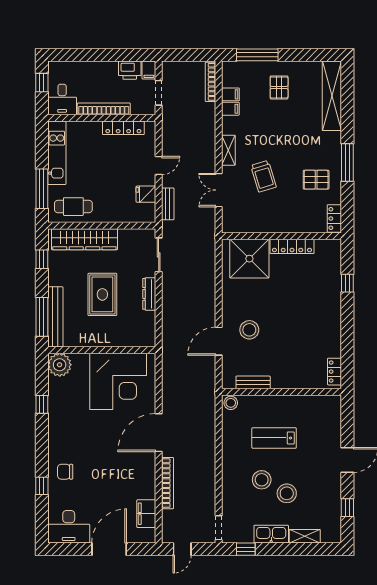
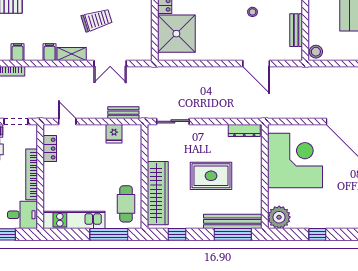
filing cabinet: (230, 109) -> (50, 52), moved
locker: (123, 128) -> (50, 149), width x0.66
door: (159, 166) -> (67, 121), moved
dresser: (149, 294) -> (244, 131), moved
stool: (249, 330) -> (252, 12), moved, width x0.53, depth x0.53

